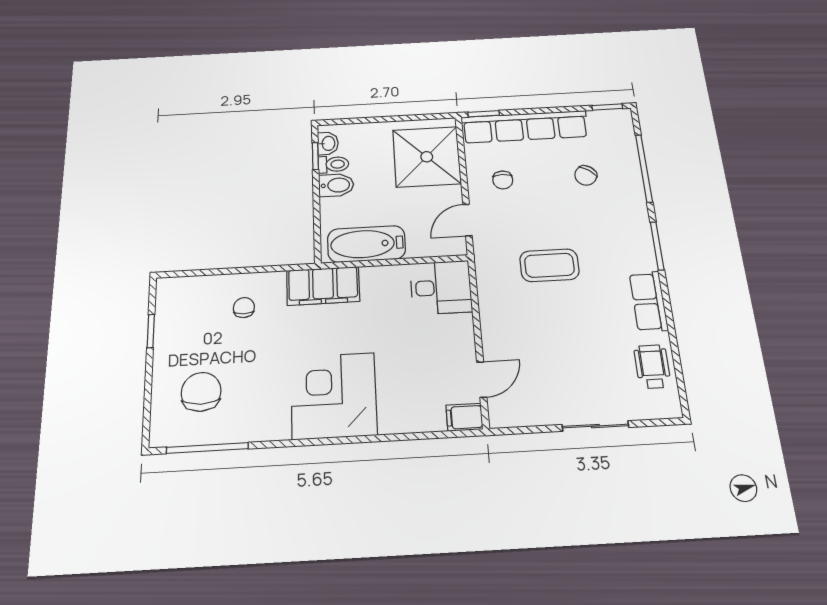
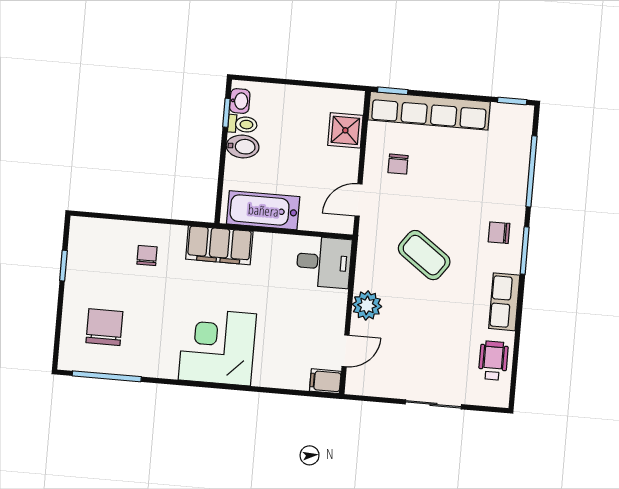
shower: (427, 157) -> (345, 130), width x0.54, depth x0.54
chair: (586, 175) -> (499, 233), moved, turned 55
coffee table: (549, 265) -> (424, 255), turned 36
plant: (497, 327) -> (367, 305), added

